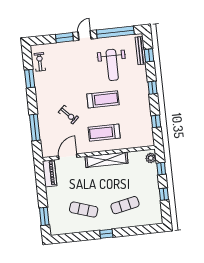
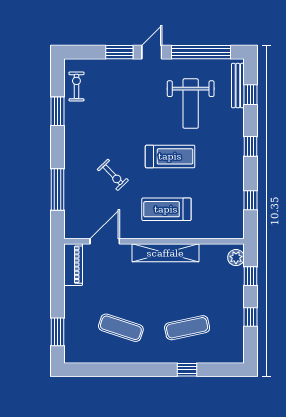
window: (106, 234) -> (187, 370), moved

